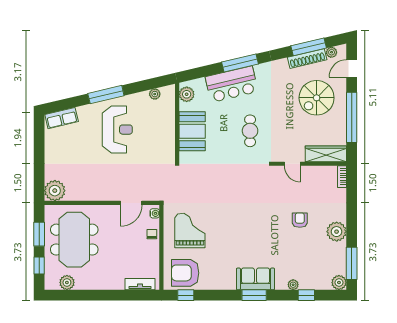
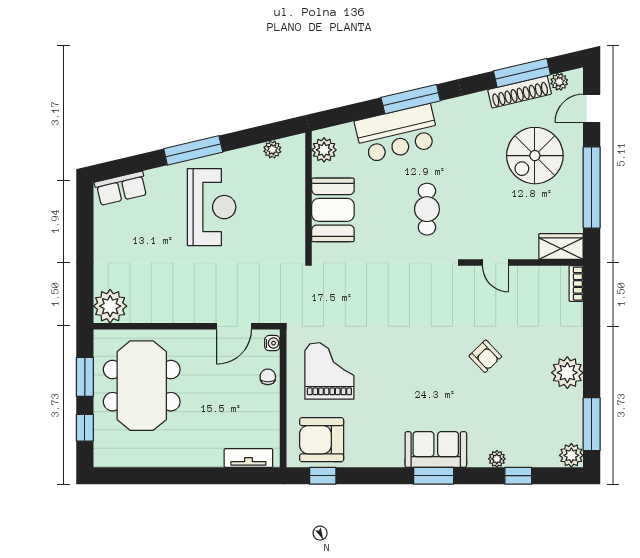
wardrobe: (326, 154) -> (561, 247), width x0.67
armchair: (300, 220) -> (485, 356), moved, turned 136
plant: (67, 282) -> (130, 455), removed

